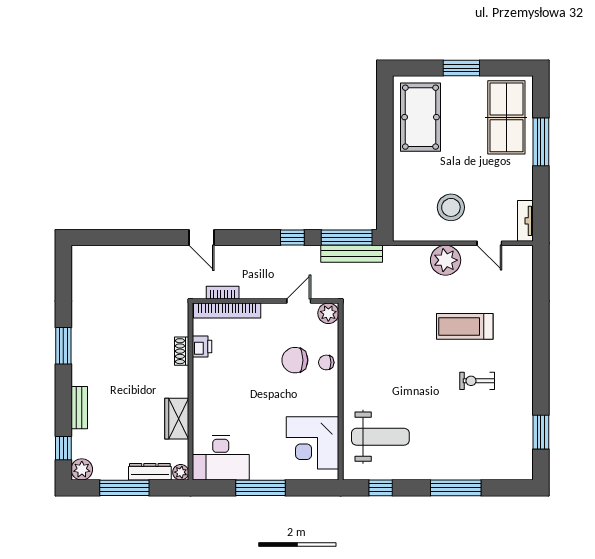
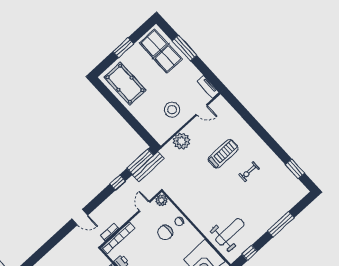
plant: (446, 260) -> (182, 141), moved
treadmill: (465, 326) -> (223, 154), turned 180

